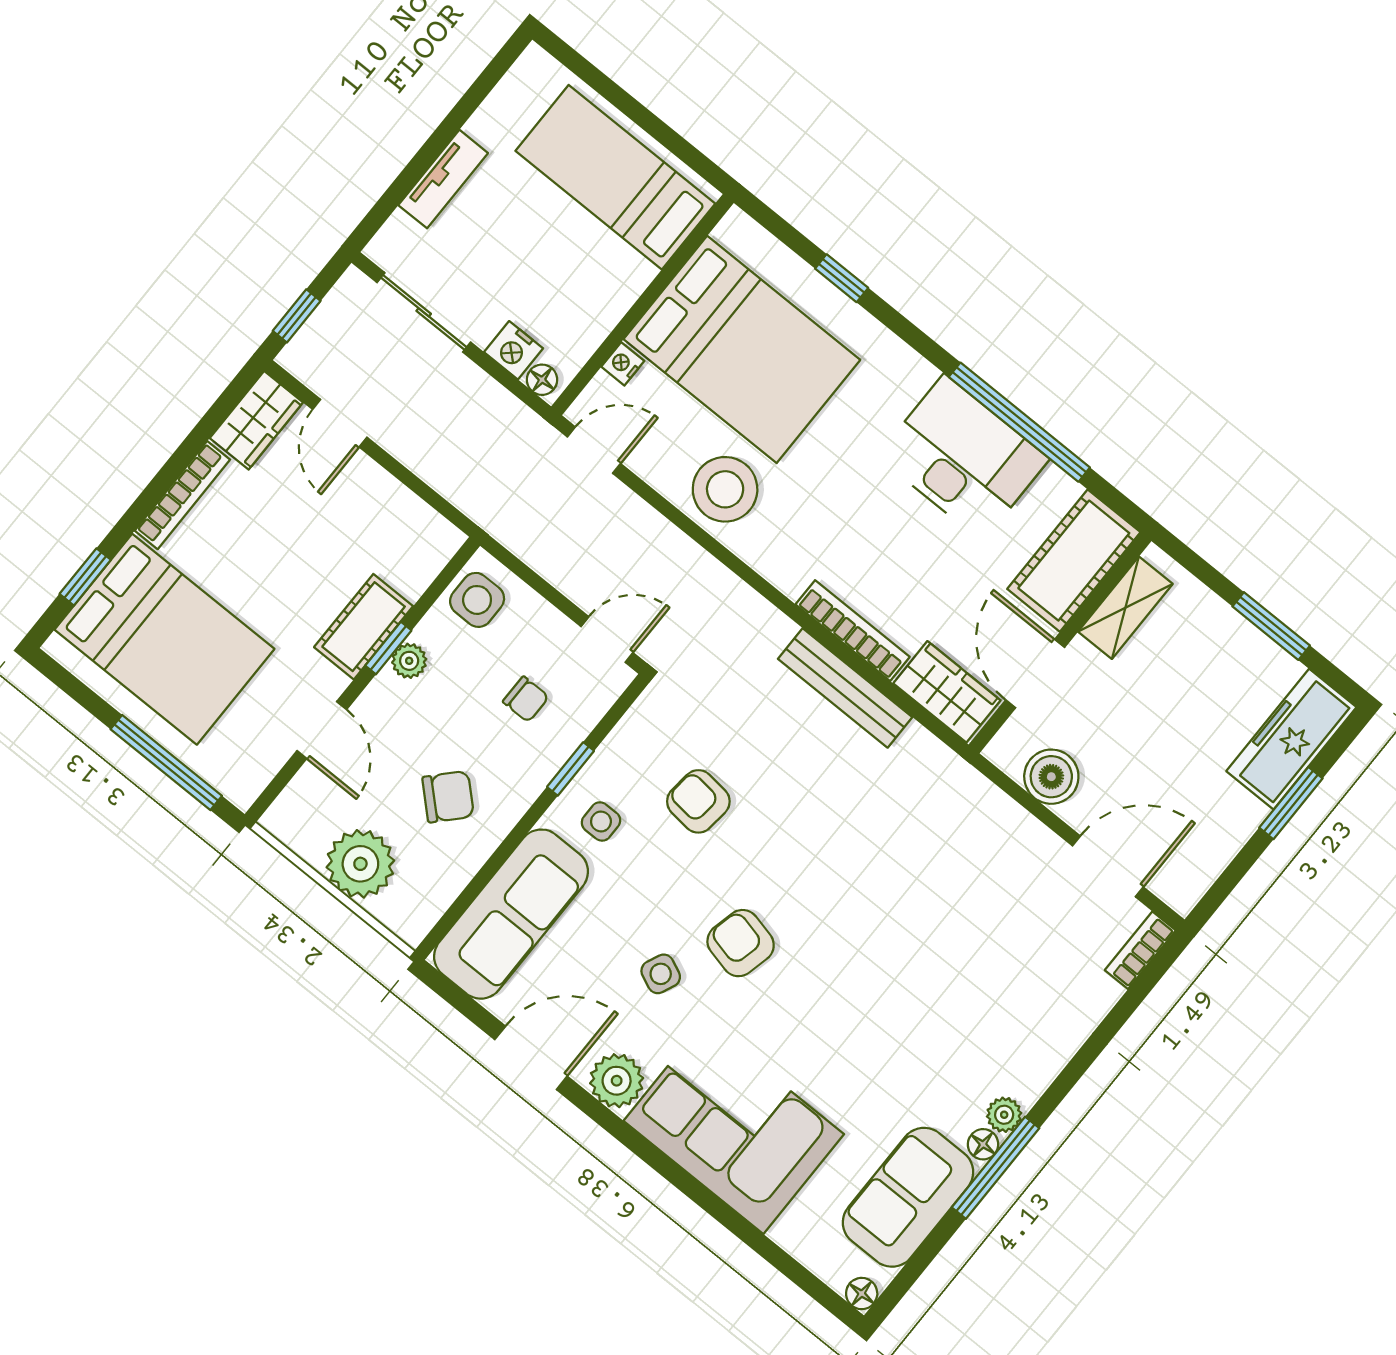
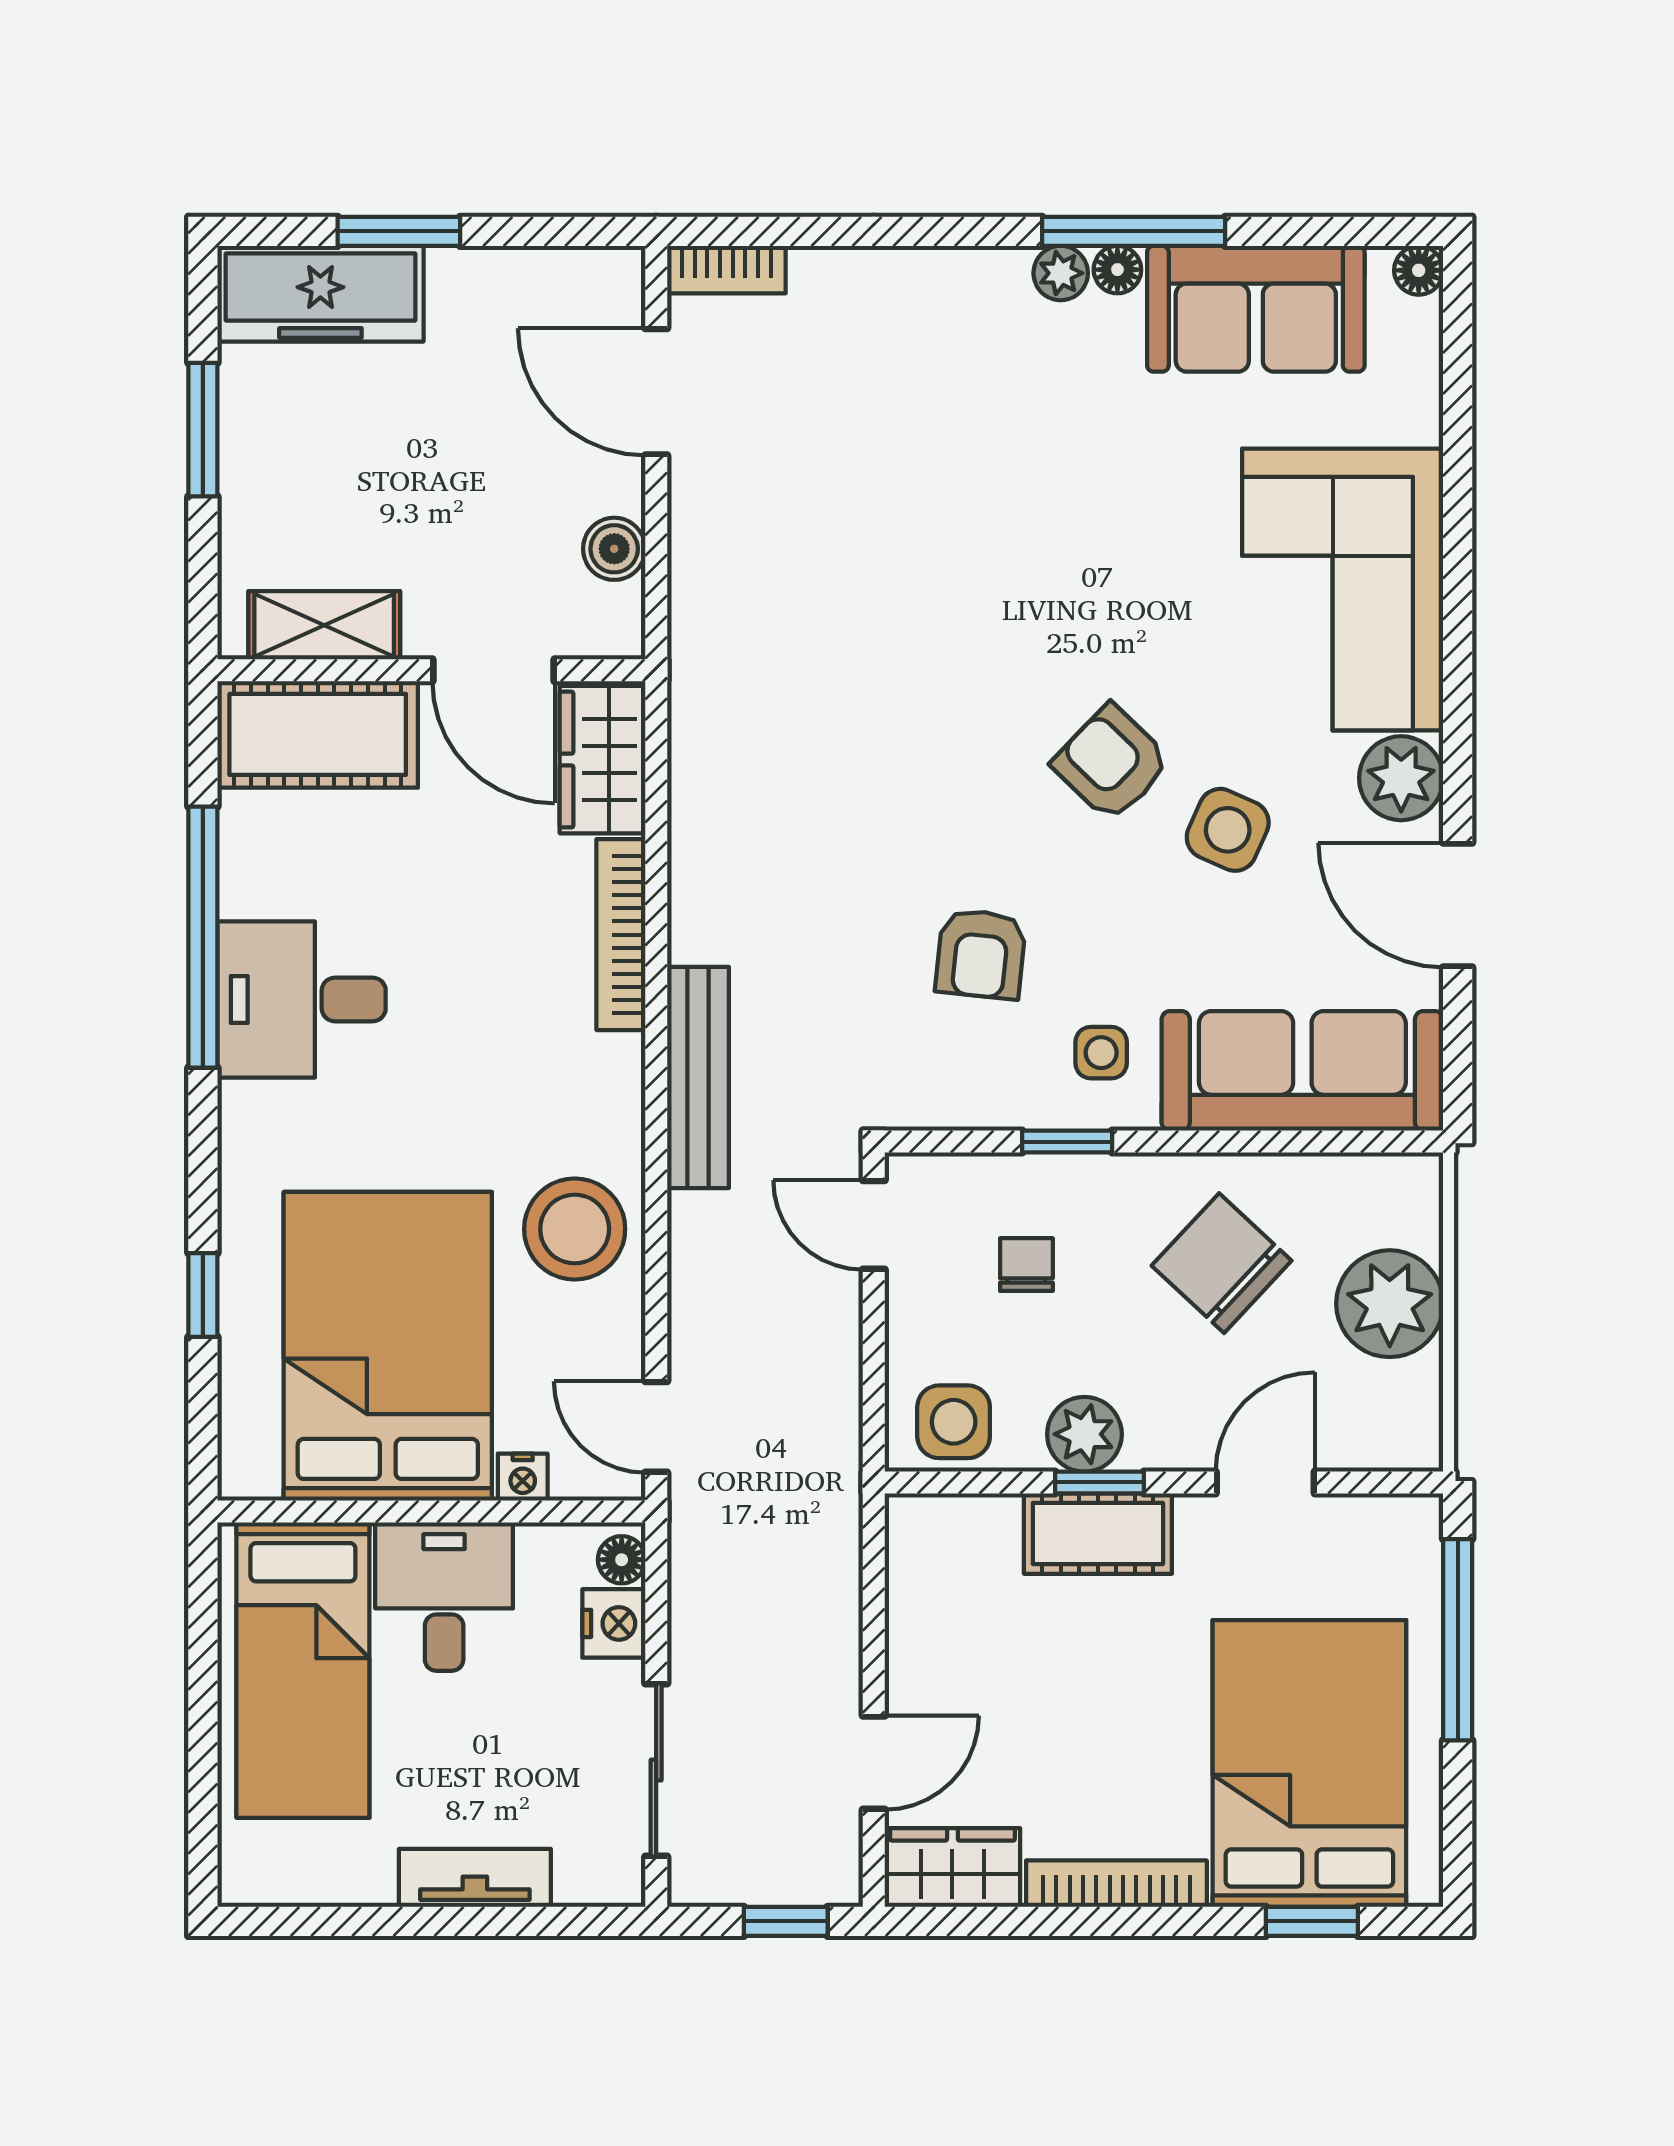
desk: (595, 277) -> (444, 1597), added
desk: (963, 458) -> (302, 999), width x0.73
plant: (409, 661) -> (1084, 1434), width x1.38, depth x1.38
door: (1035, 674) -> (493, 670), hinge flipped
bench: (845, 688) -> (698, 1078), moved
boiler: (1051, 777) -> (614, 549), width x0.73, depth x0.73
chair: (448, 797) -> (1222, 1263), width x1.37, depth x1.37
armchair: (741, 943) -> (1112, 763), turned 121
side table: (661, 974) -> (1228, 830), width x1.37, depth x1.37

